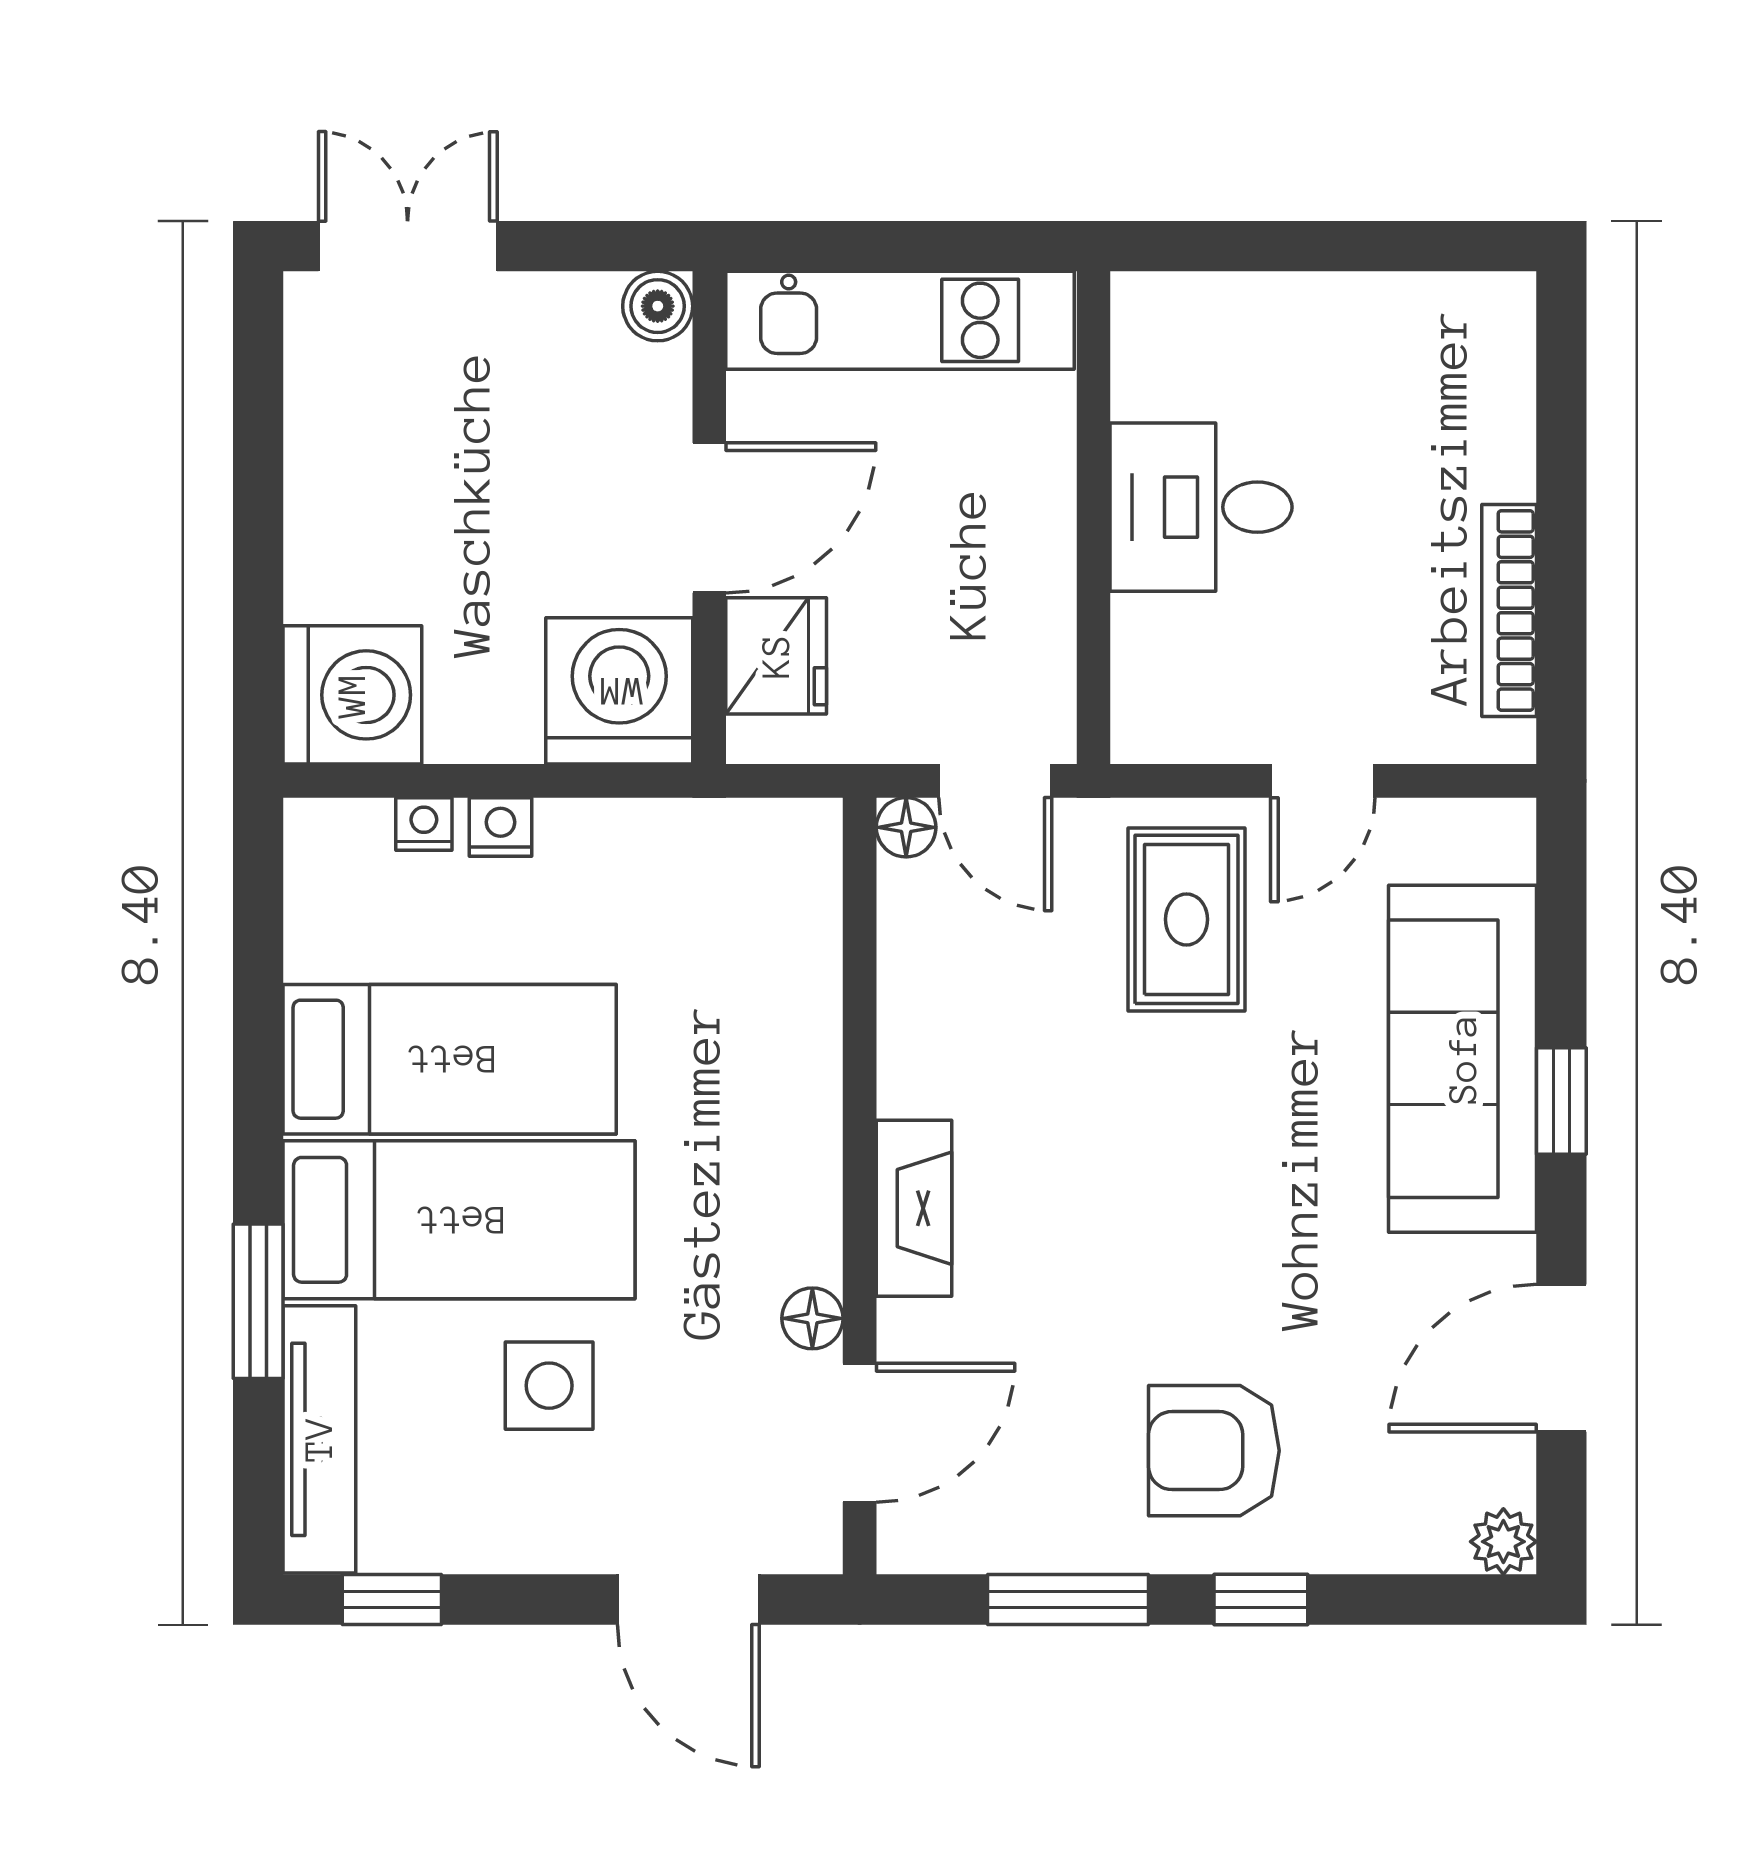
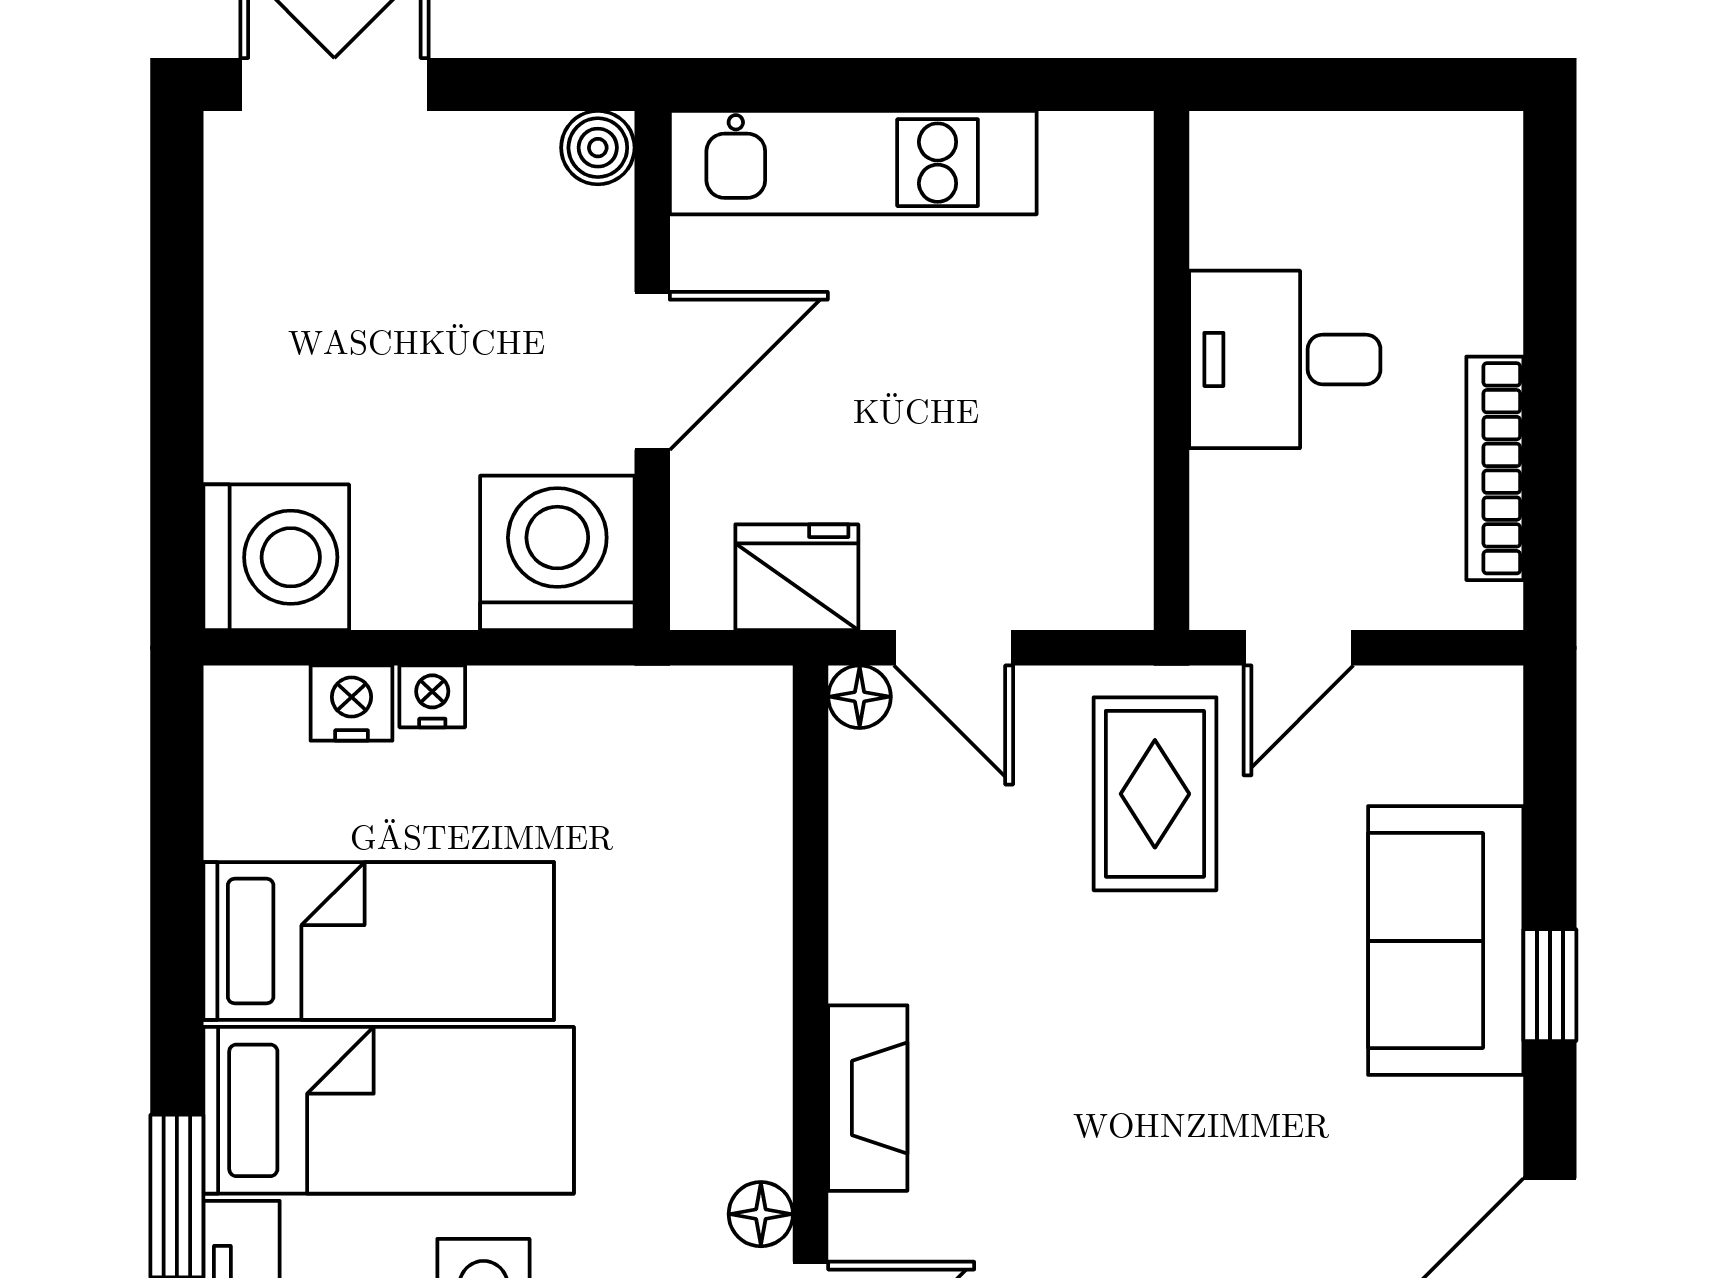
desk: (1201, 507) -> (1285, 359), moved
wall: (1094, 518) -> (1171, 371), moved
fridge: (776, 656) -> (797, 577), moved, turned -90
nightstand: (424, 824) -> (352, 703), width x1.39, depth x1.35
sofa: (1463, 1059) -> (1446, 941), width x0.73

